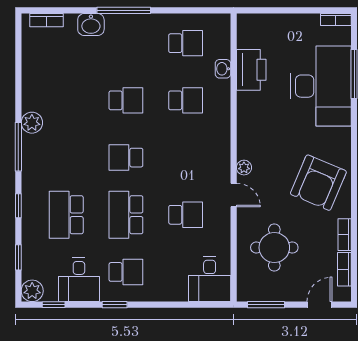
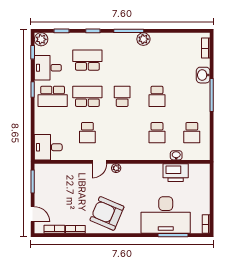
round table: (274, 248) -> (67, 187), removed
school desk: (126, 272) -> (53, 96), width x1.85

